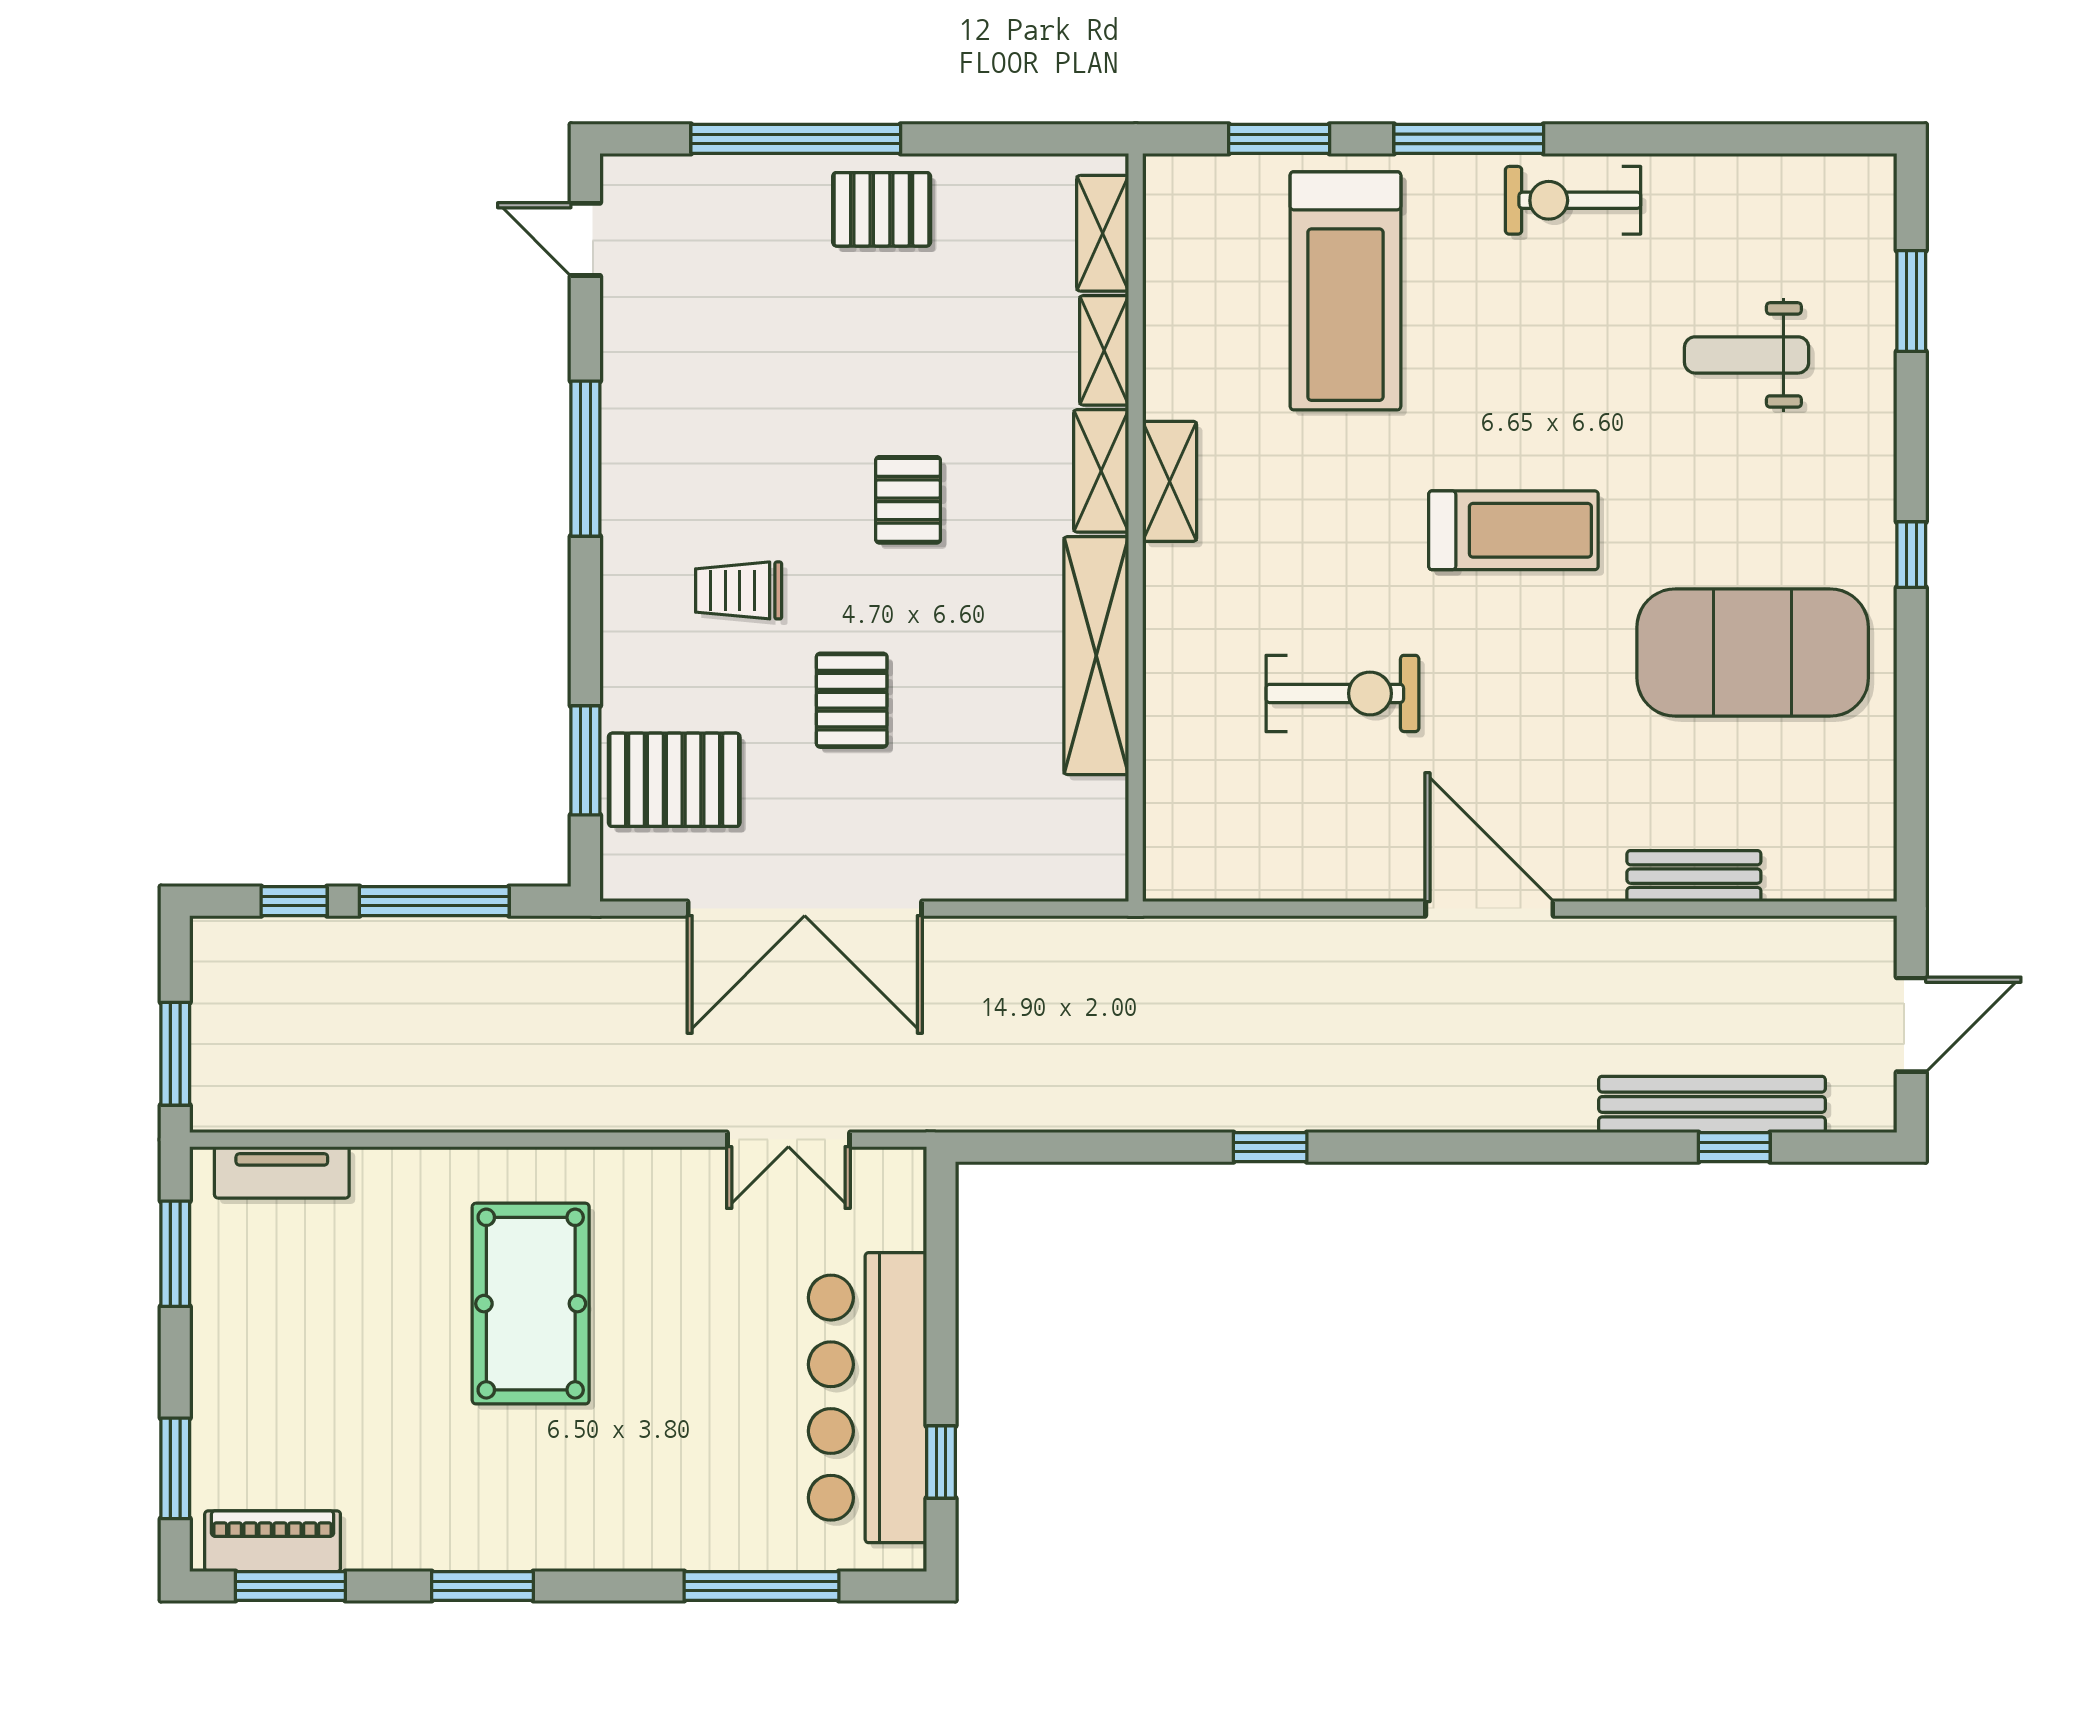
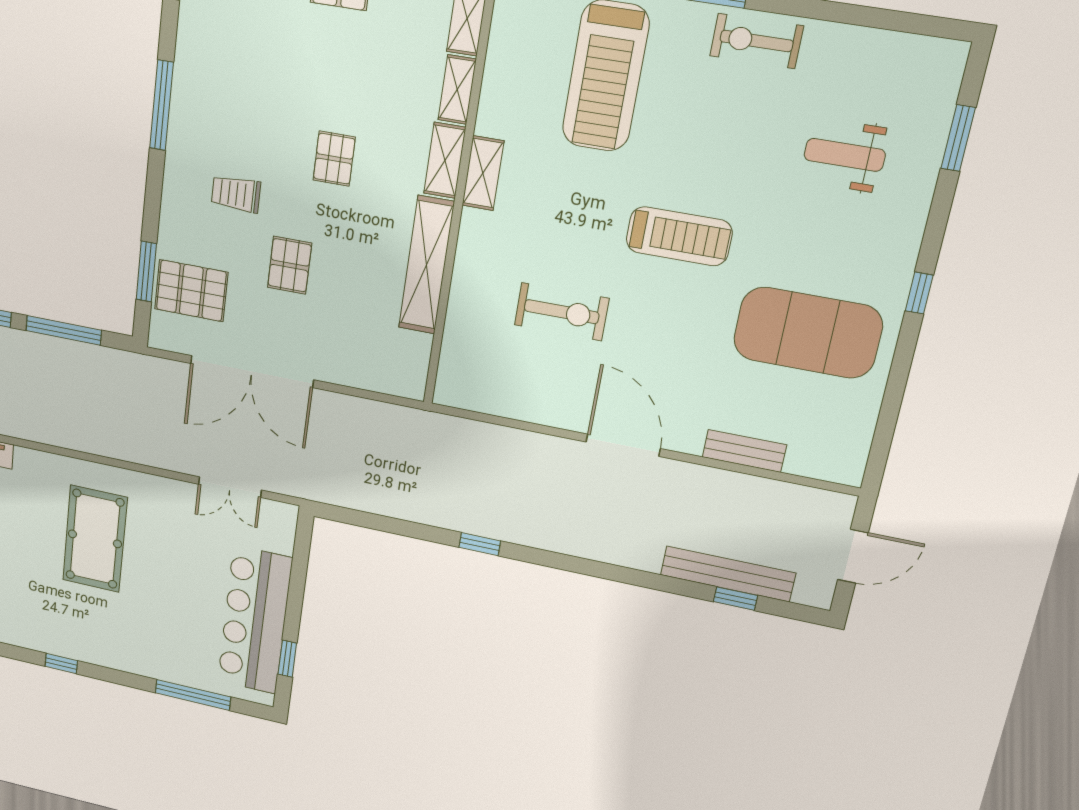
window: (482, 1586) -> (61, 664), width x0.67

